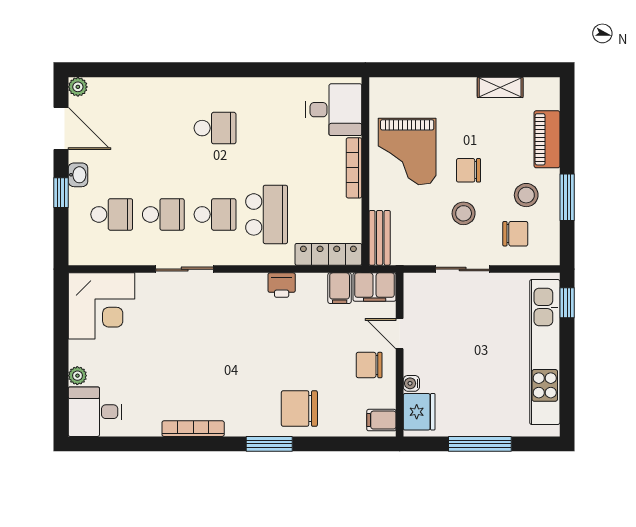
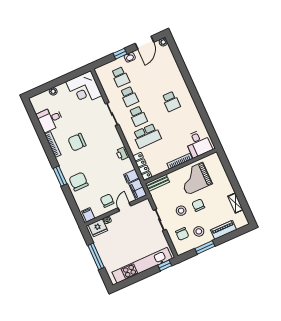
chair: (212, 373) -> (77, 142), added
desk: (95, 412) -> (50, 119), moved, turned -90

